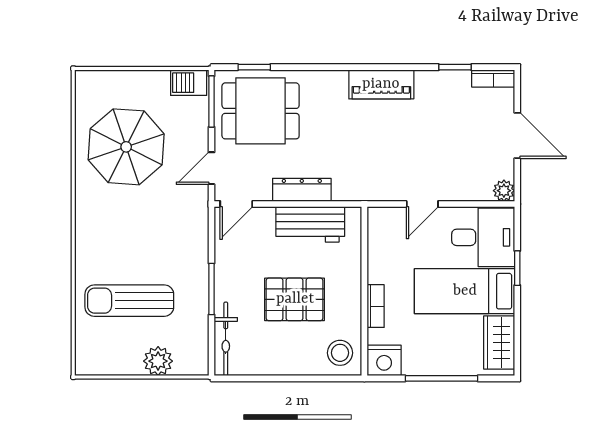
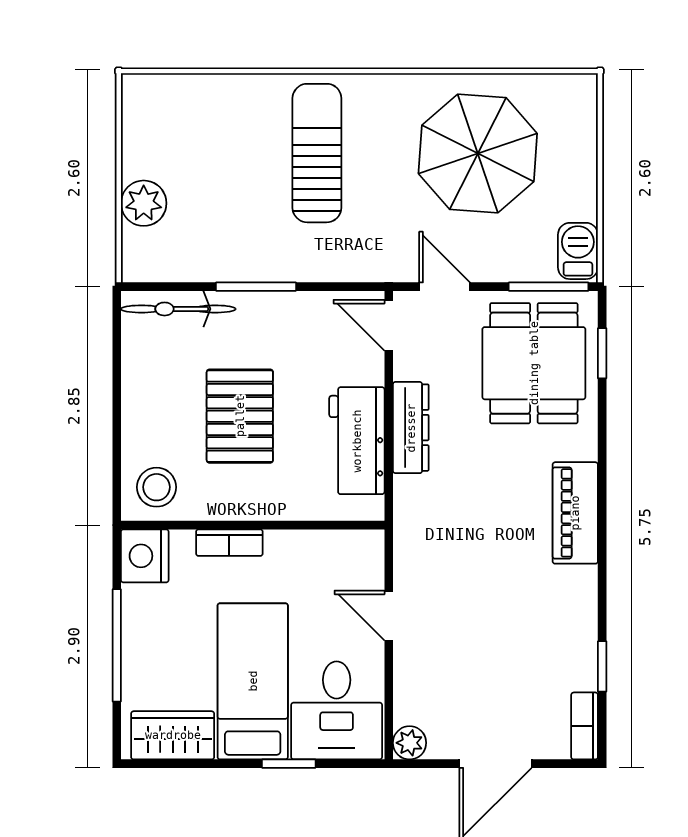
piano: (381, 84) -> (575, 513), moved
sun lounger: (129, 301) -> (317, 153), moved

